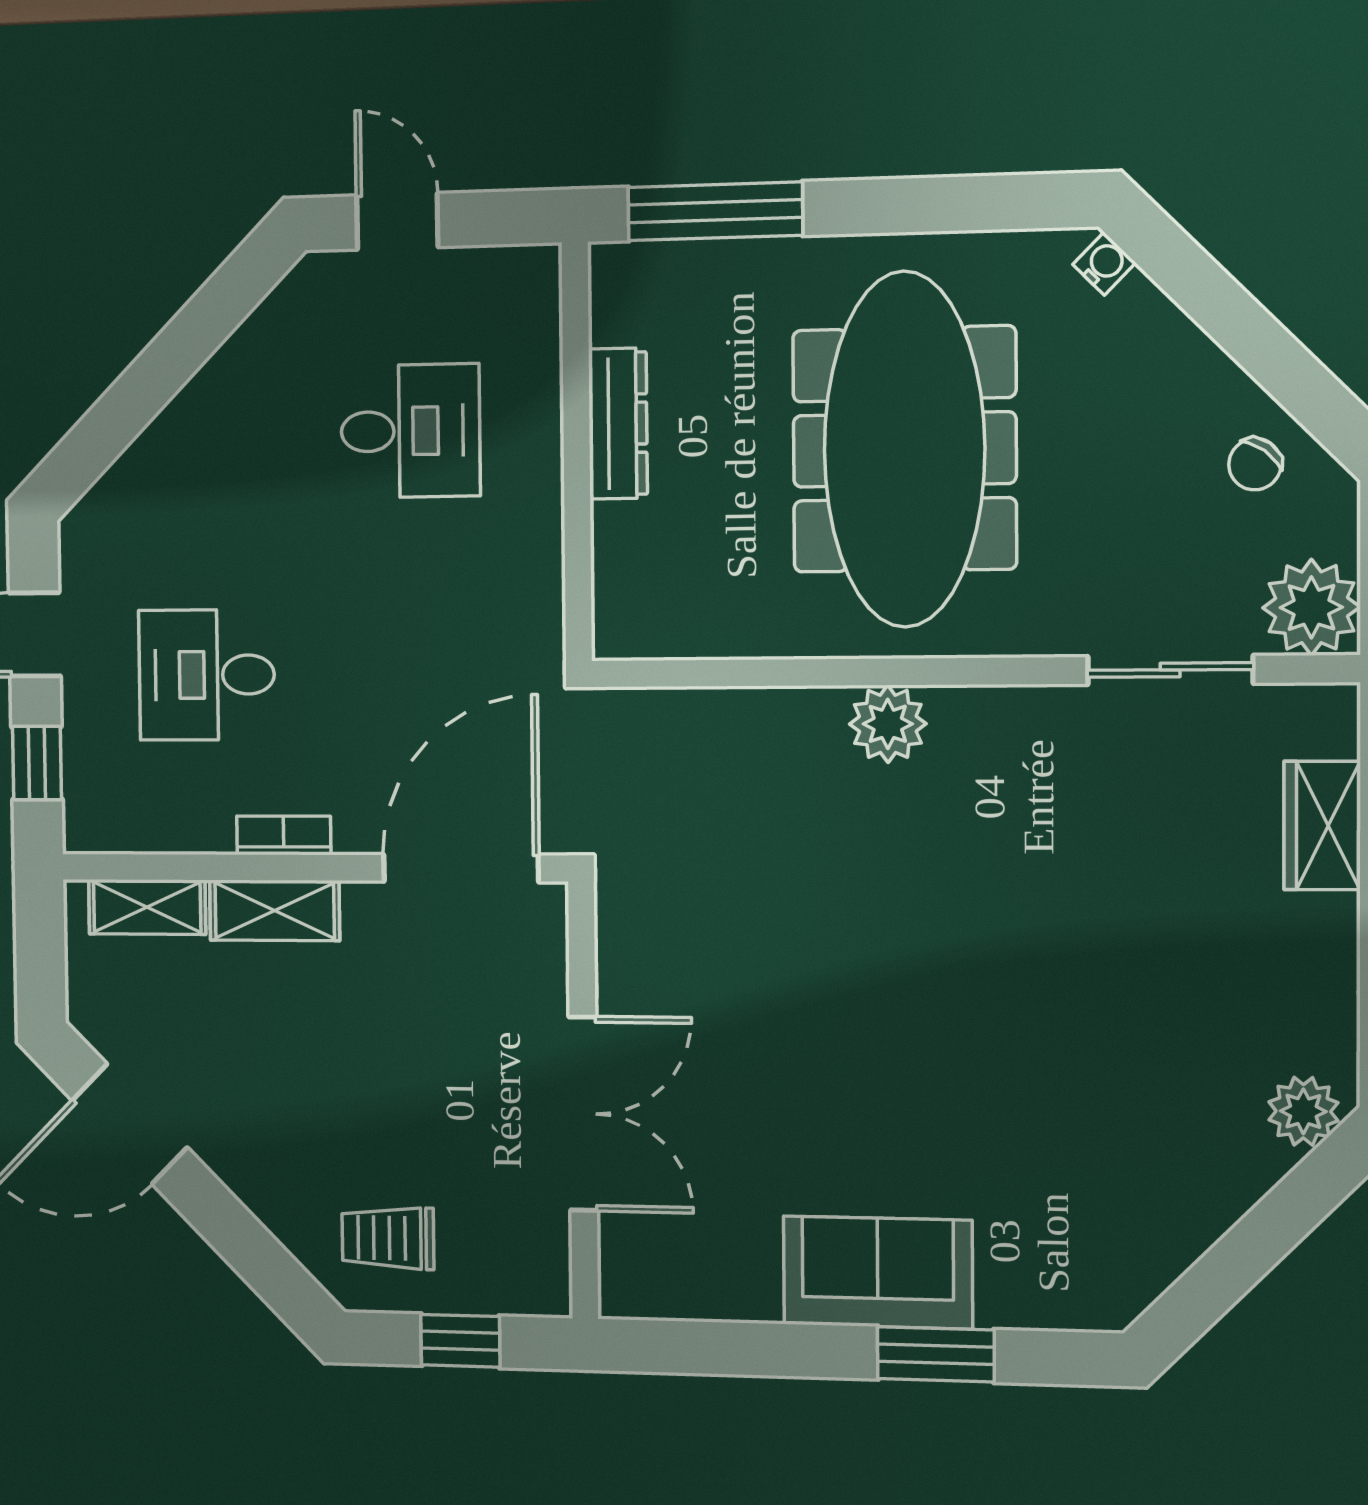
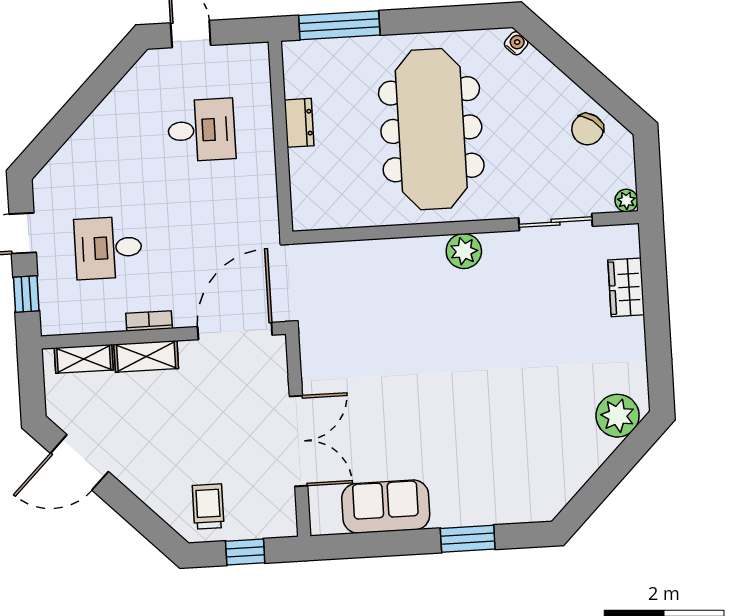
dresser: (618, 424) -> (299, 123), width x0.70
chair: (1255, 464) -> (588, 129), width x1.37, depth x1.37
plant: (1311, 607) -> (626, 201), width x0.53, depth x0.53
plant: (888, 724) -> (464, 251), moved
plant: (1303, 1111) -> (618, 416), width x1.36, depth x1.36
trolley: (388, 1238) -> (208, 507), turned 90
sofa: (878, 1272) -> (386, 507), moved

